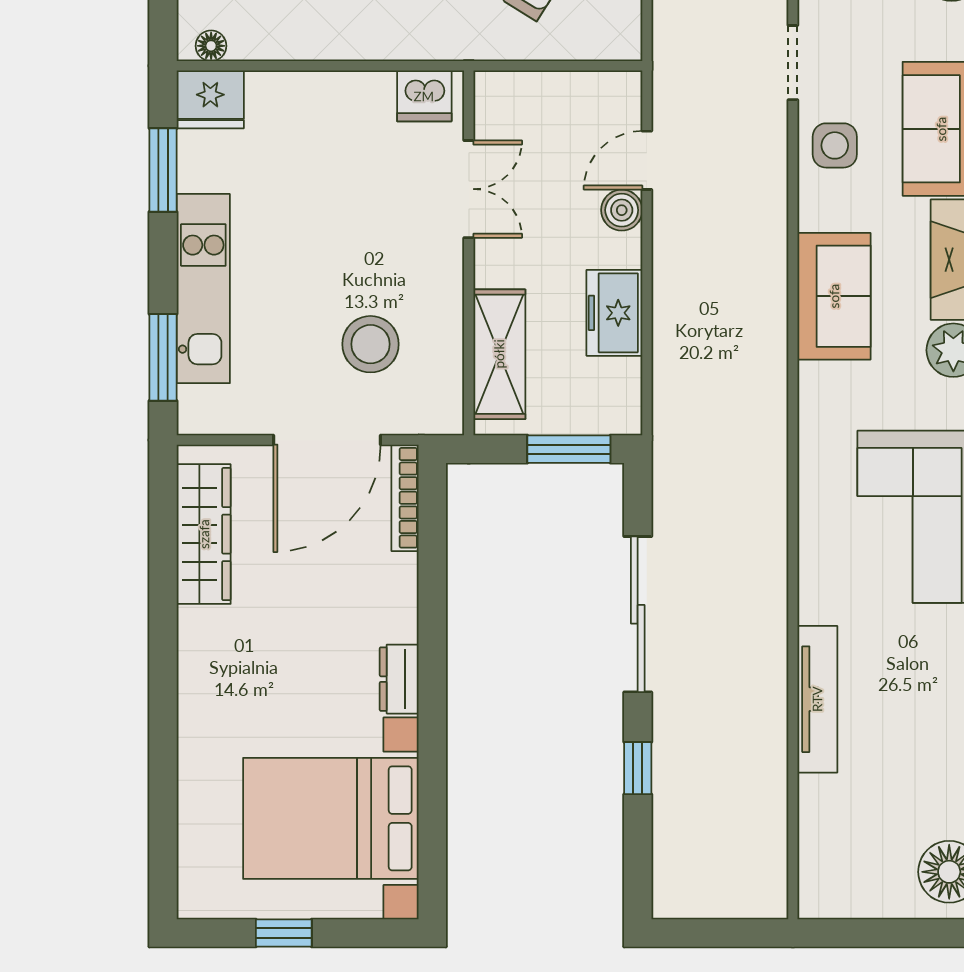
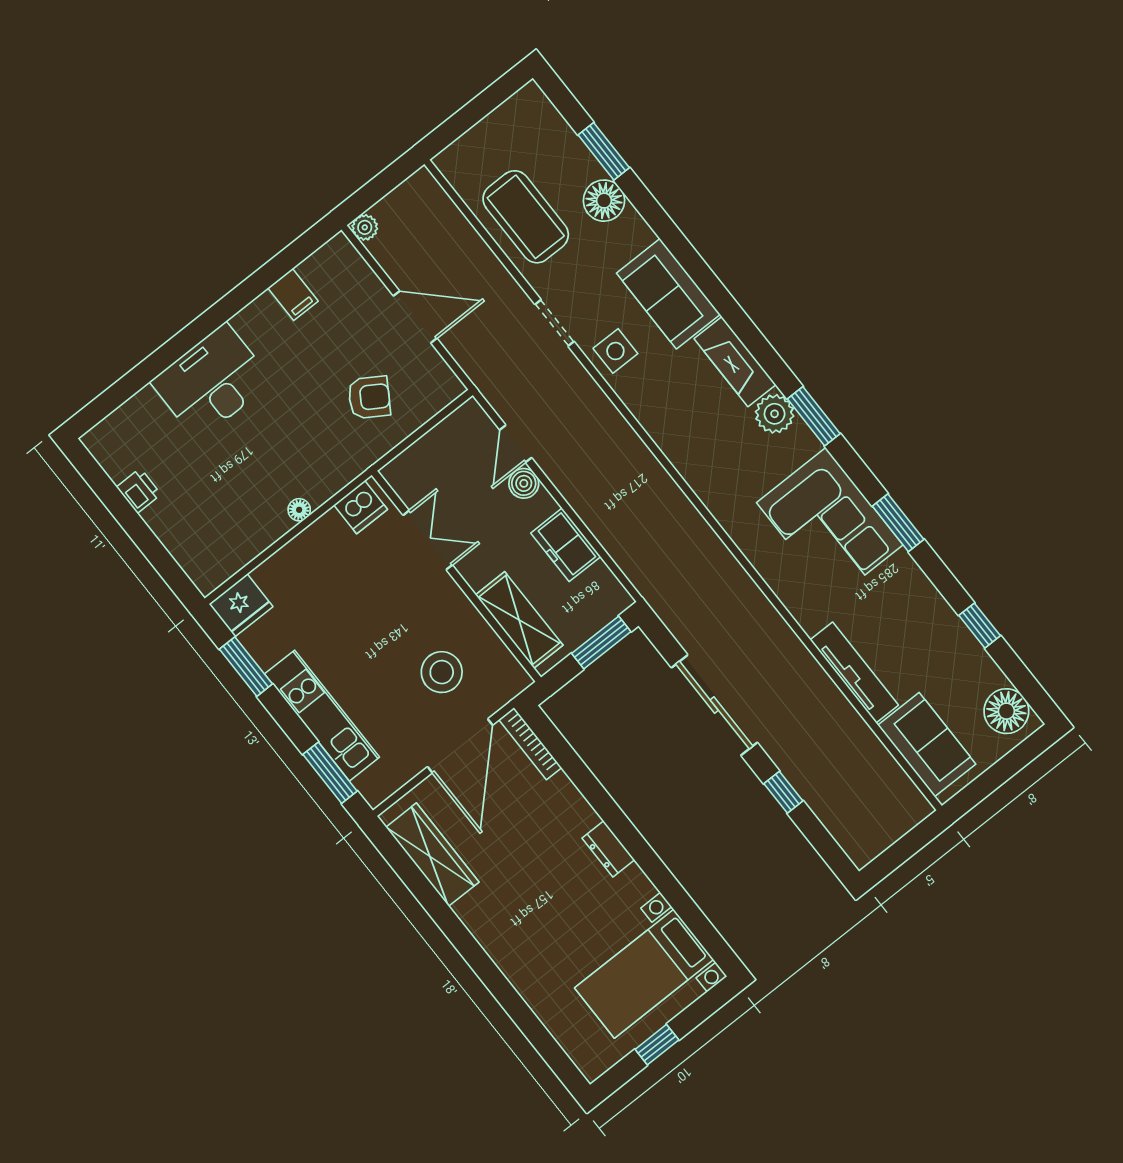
floor lamp: (211, 46) -> (299, 510), moved
sofa: (834, 296) -> (927, 745), moved
bed with nightstands: (331, 818) -> (644, 974), width x0.73

